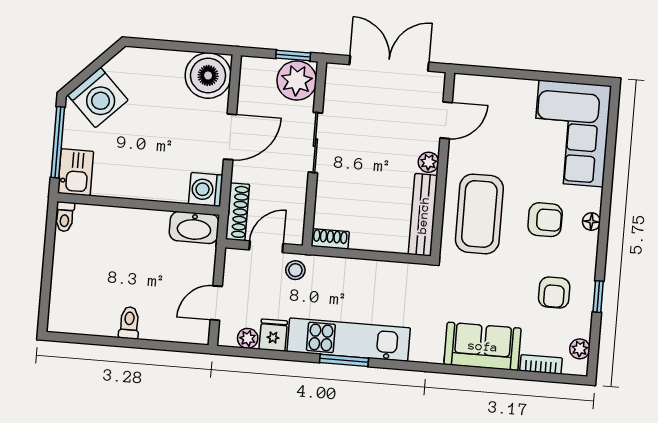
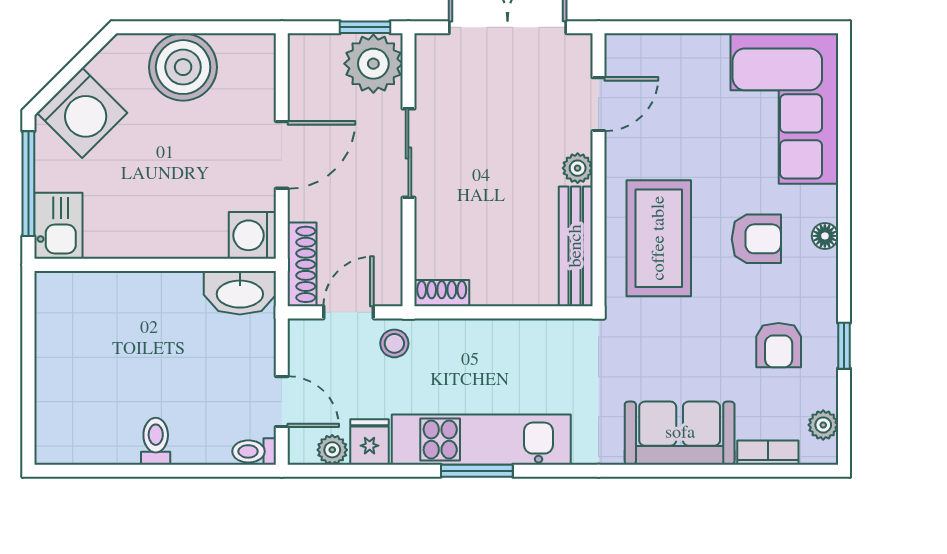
boiler: (208, 76) -> (183, 67), moved
toilet: (65, 217) -> (254, 451), moved, turned 90
door: (216, 303) -> (282, 402), swing flipped

